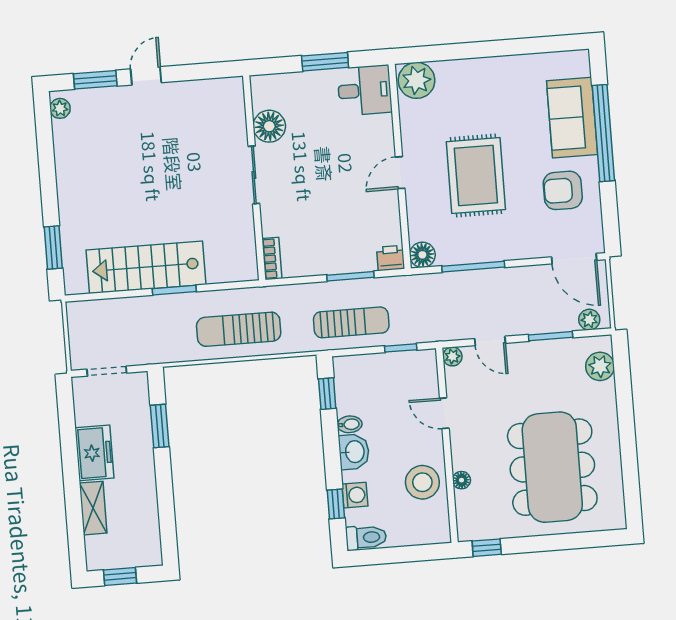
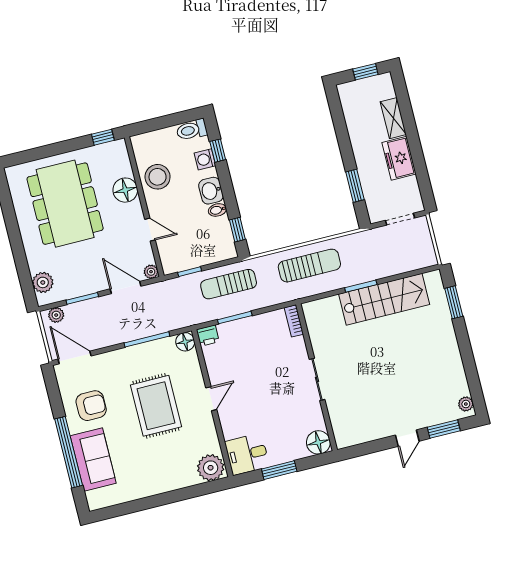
floor lamp: (269, 126) -> (318, 442), moved
door: (490, 341) -> (126, 288), width x1.37
floor lamp: (461, 480) -> (125, 190), width x1.89, depth x1.89

